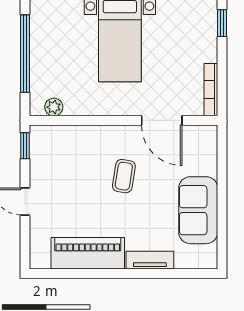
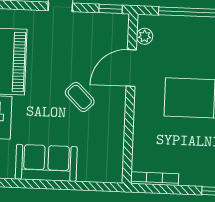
door: (162, 120) -> (131, 68), moved
coffee table: (124, 176) -> (80, 97), turned 36

